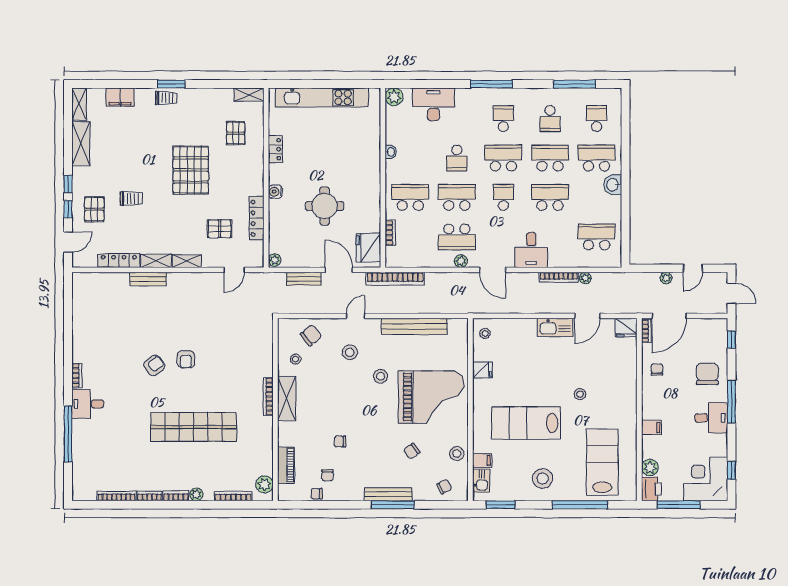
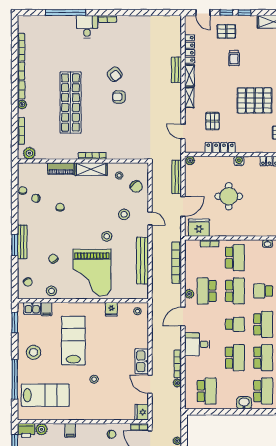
bench: (304, 279) -> (177, 177), width x1.36
bookcase: (395, 279) -> (177, 263), moved
piano: (286, 465) -> (61, 169), moved
window: (393, 505) -> (15, 245), width x0.69

